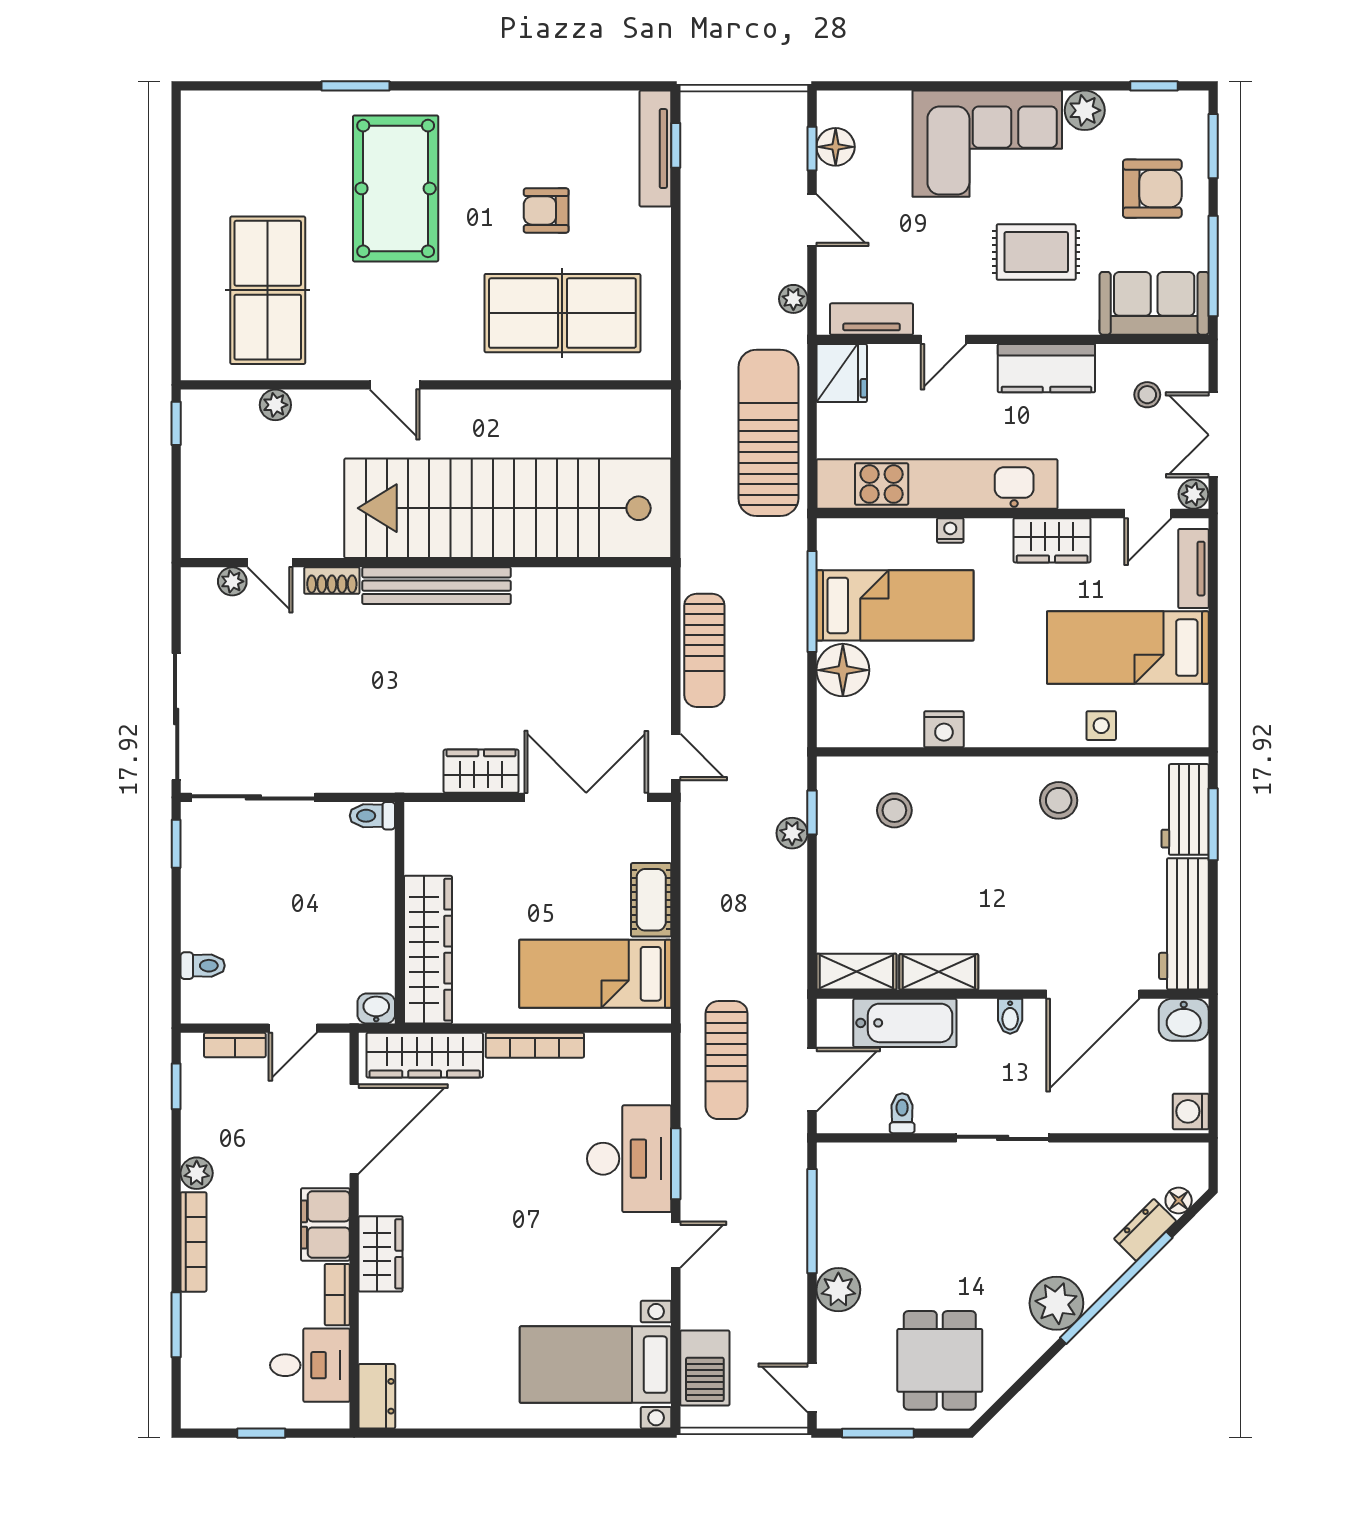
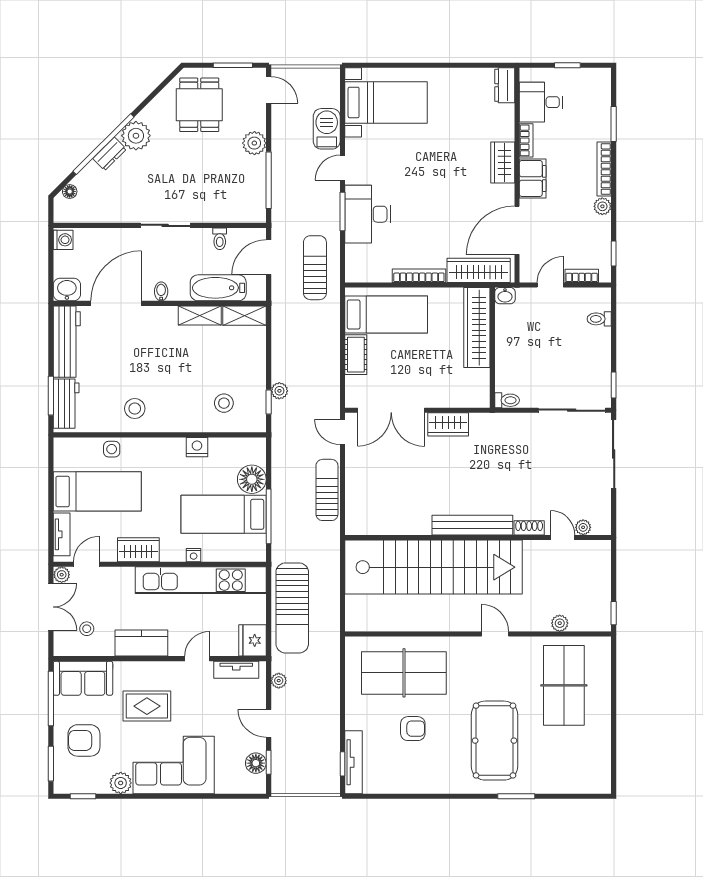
dresser: (1145, 1230) -> (110, 154), moved
barbecue: (705, 1368) -> (327, 129), moved

